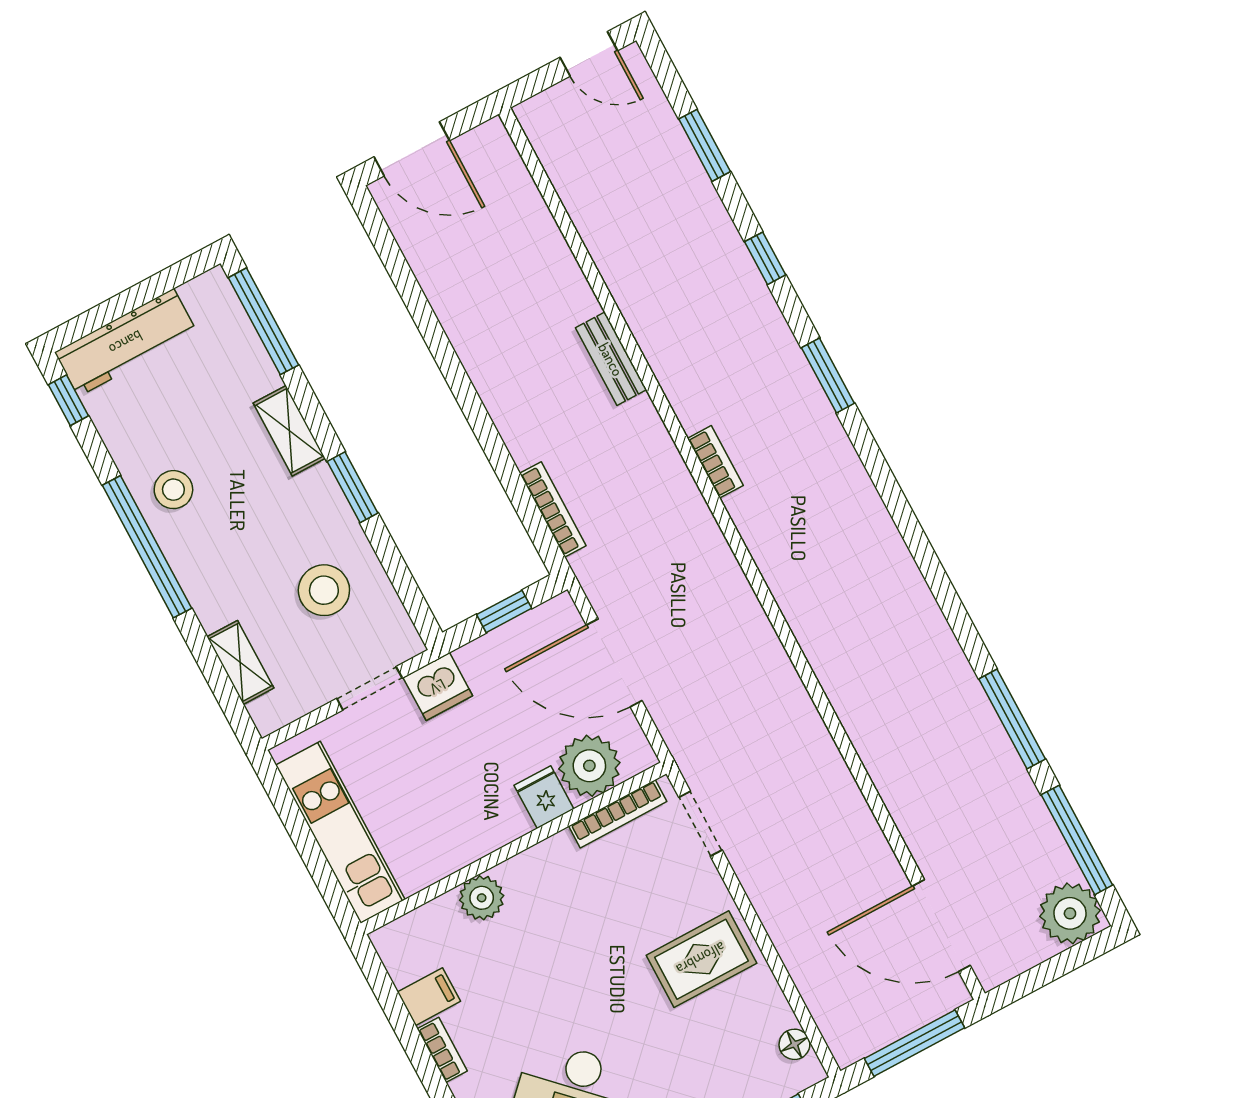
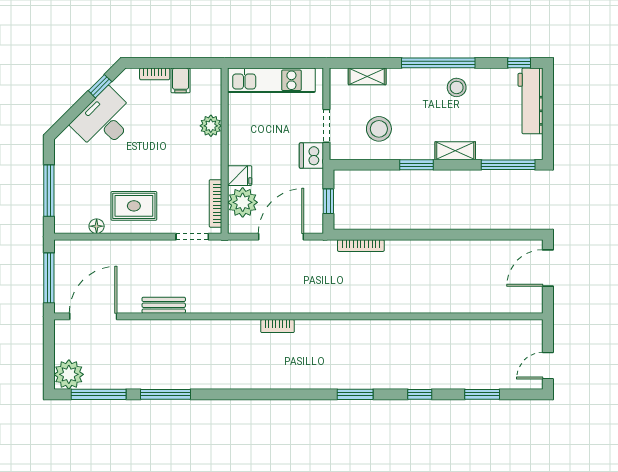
bench: (611, 359) -> (164, 305), moved
bookcase: (715, 462) -> (277, 326), moved
rug: (701, 959) -> (134, 206), turned 90
floor lamp: (794, 1044) -> (97, 226), moved

